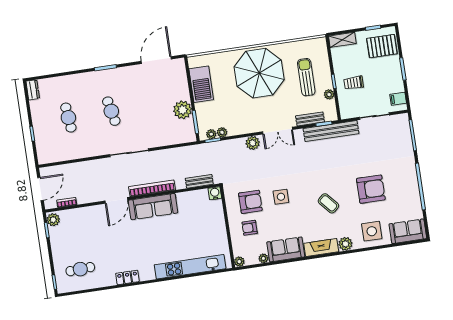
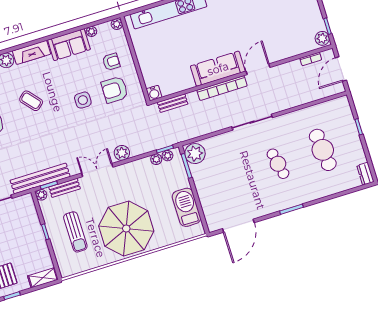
trolley: (354, 83) -> (24, 234), removed
plant: (329, 94) -> (41, 195), moved
plant: (183, 110) -> (195, 154), moved
cafe table: (68, 118) -> (323, 150), width x1.37, depth x1.35

